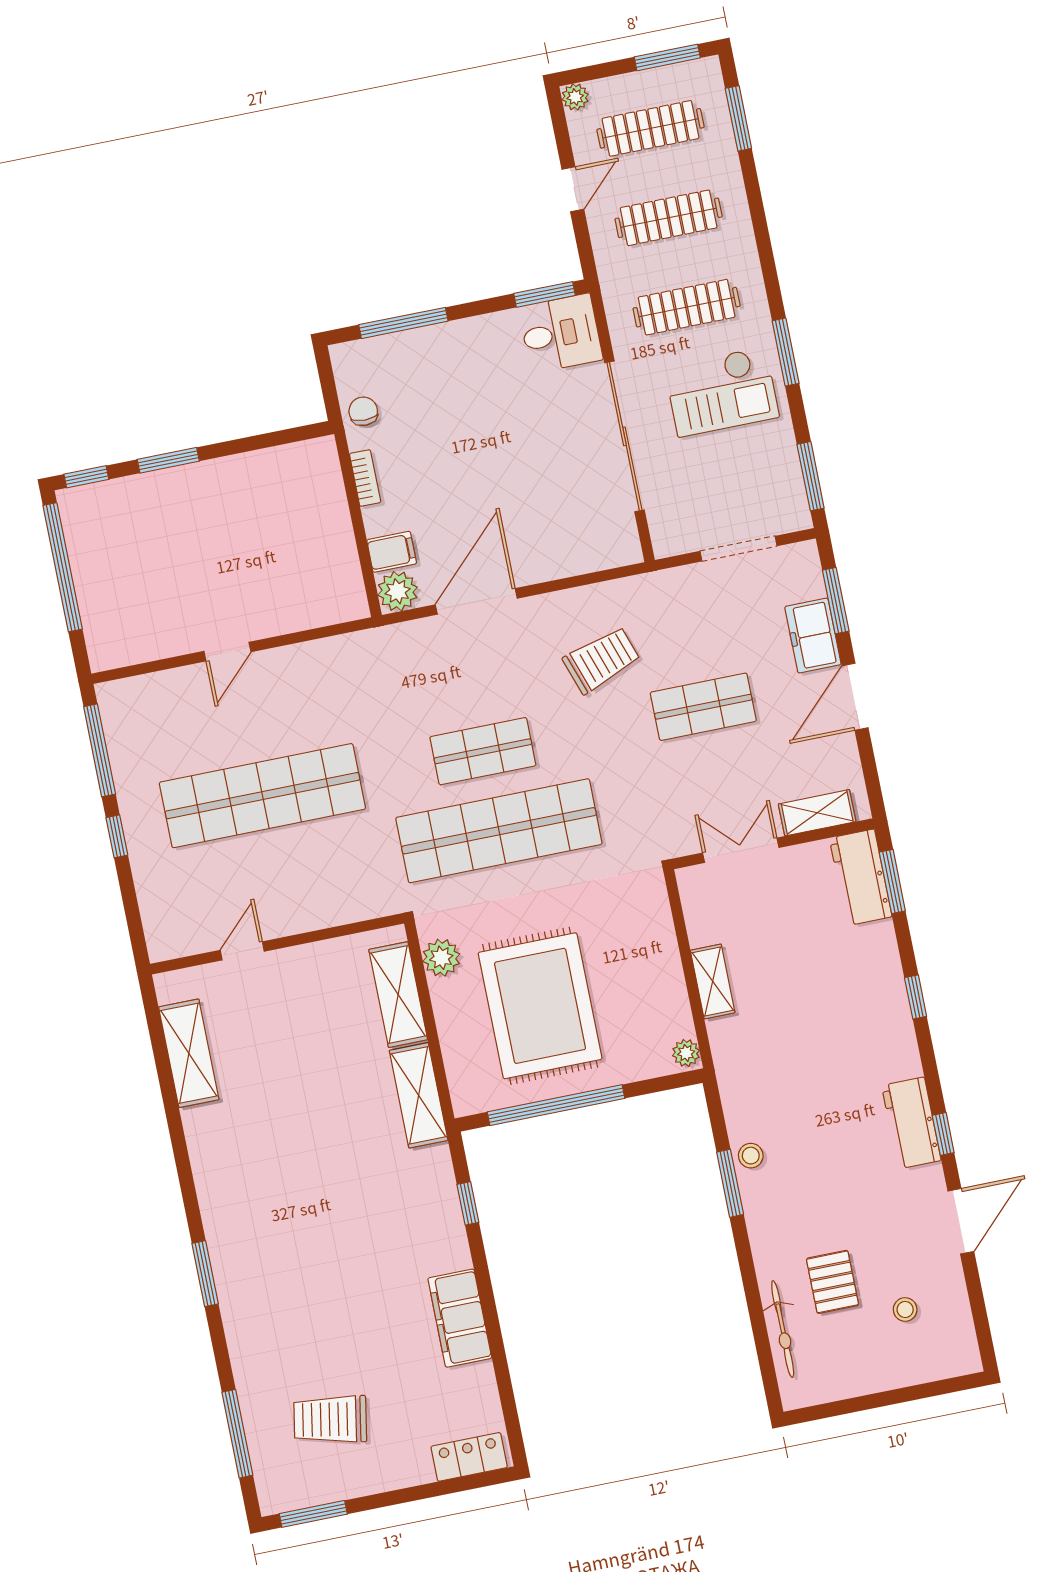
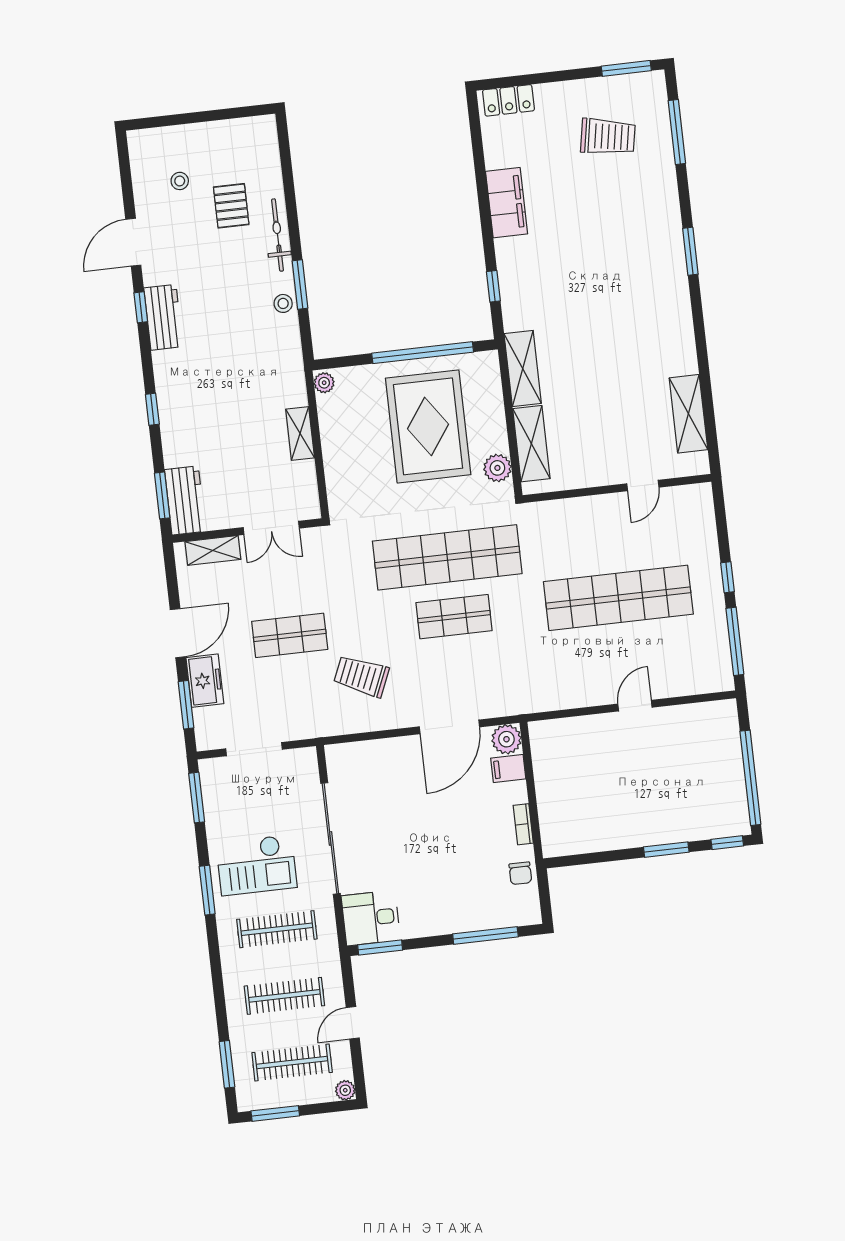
checkout: (722, 392) -> (256, 865), turned 180
trolley: (602, 660) -> (361, 676), turned 42
bicycle: (783, 1329) -> (278, 235), moved

